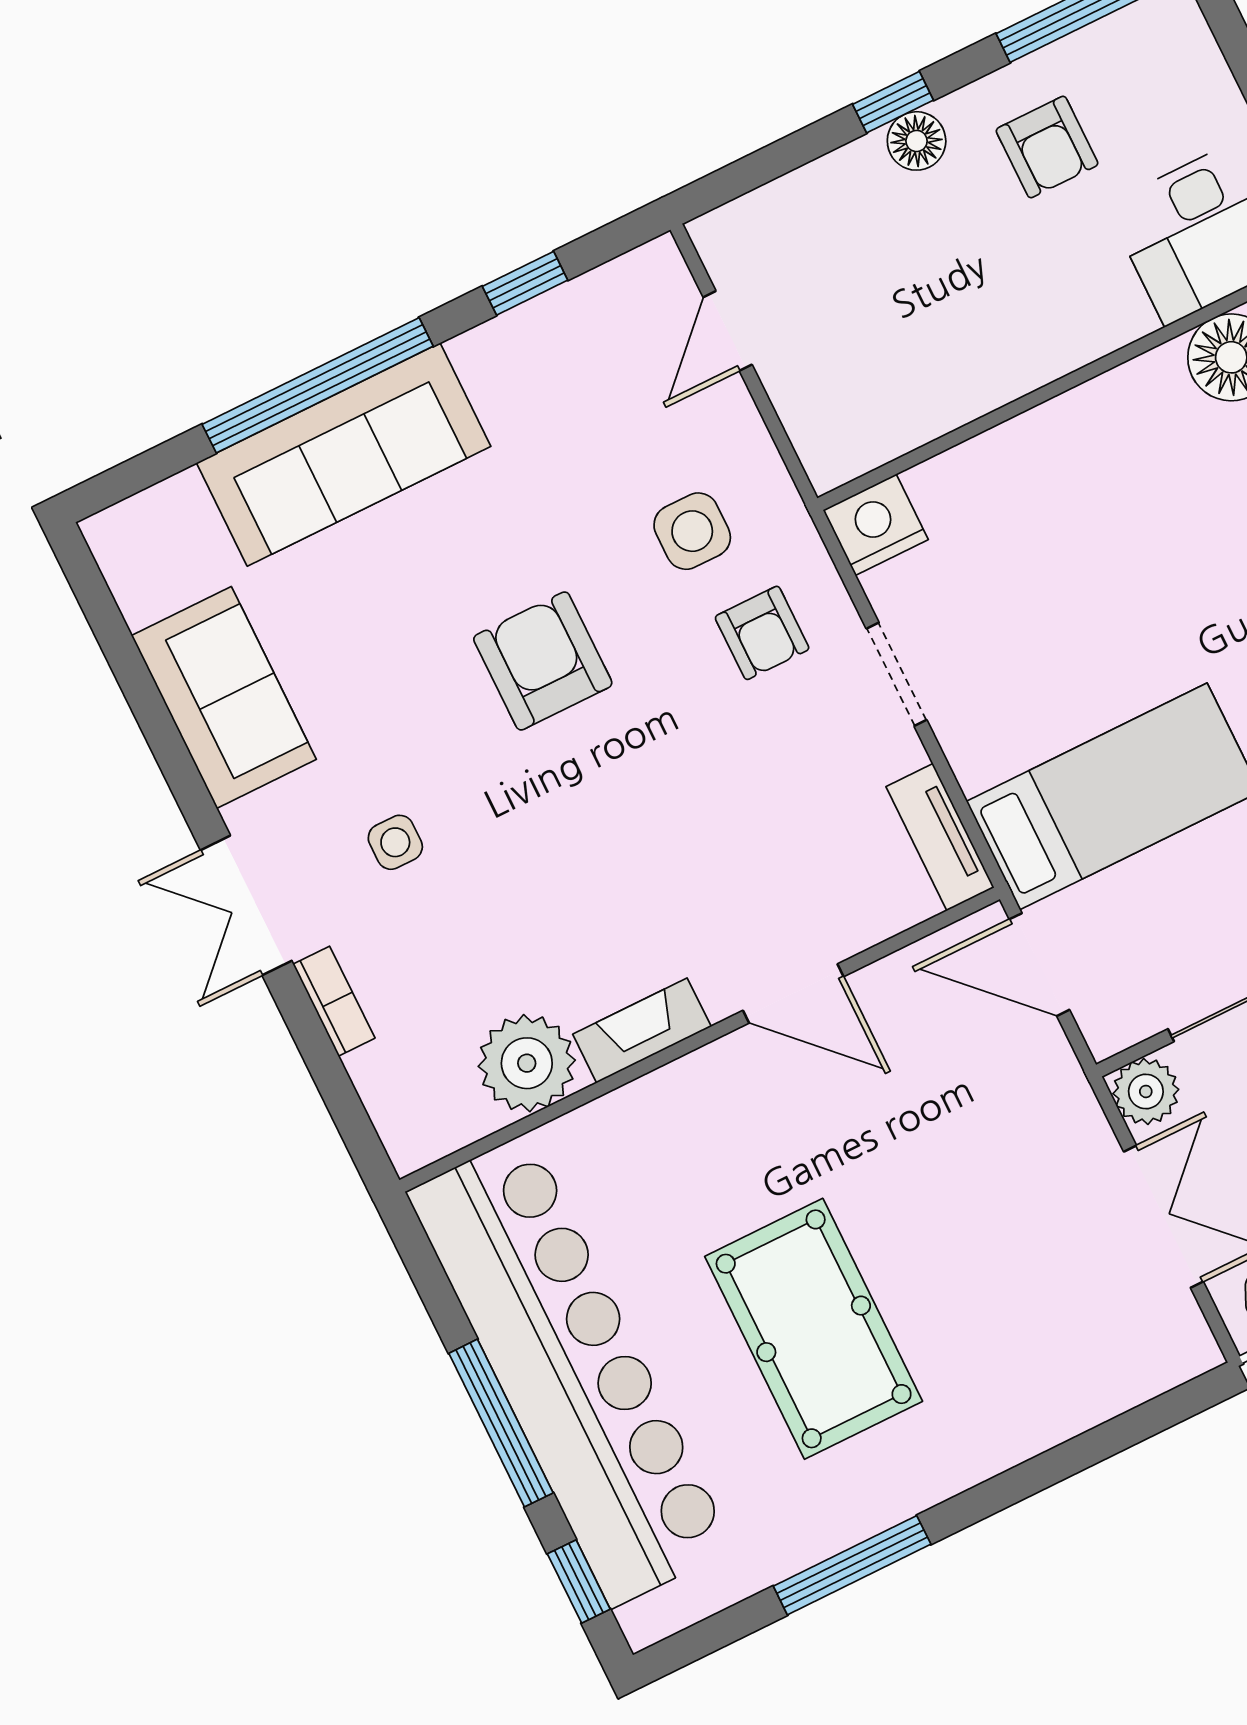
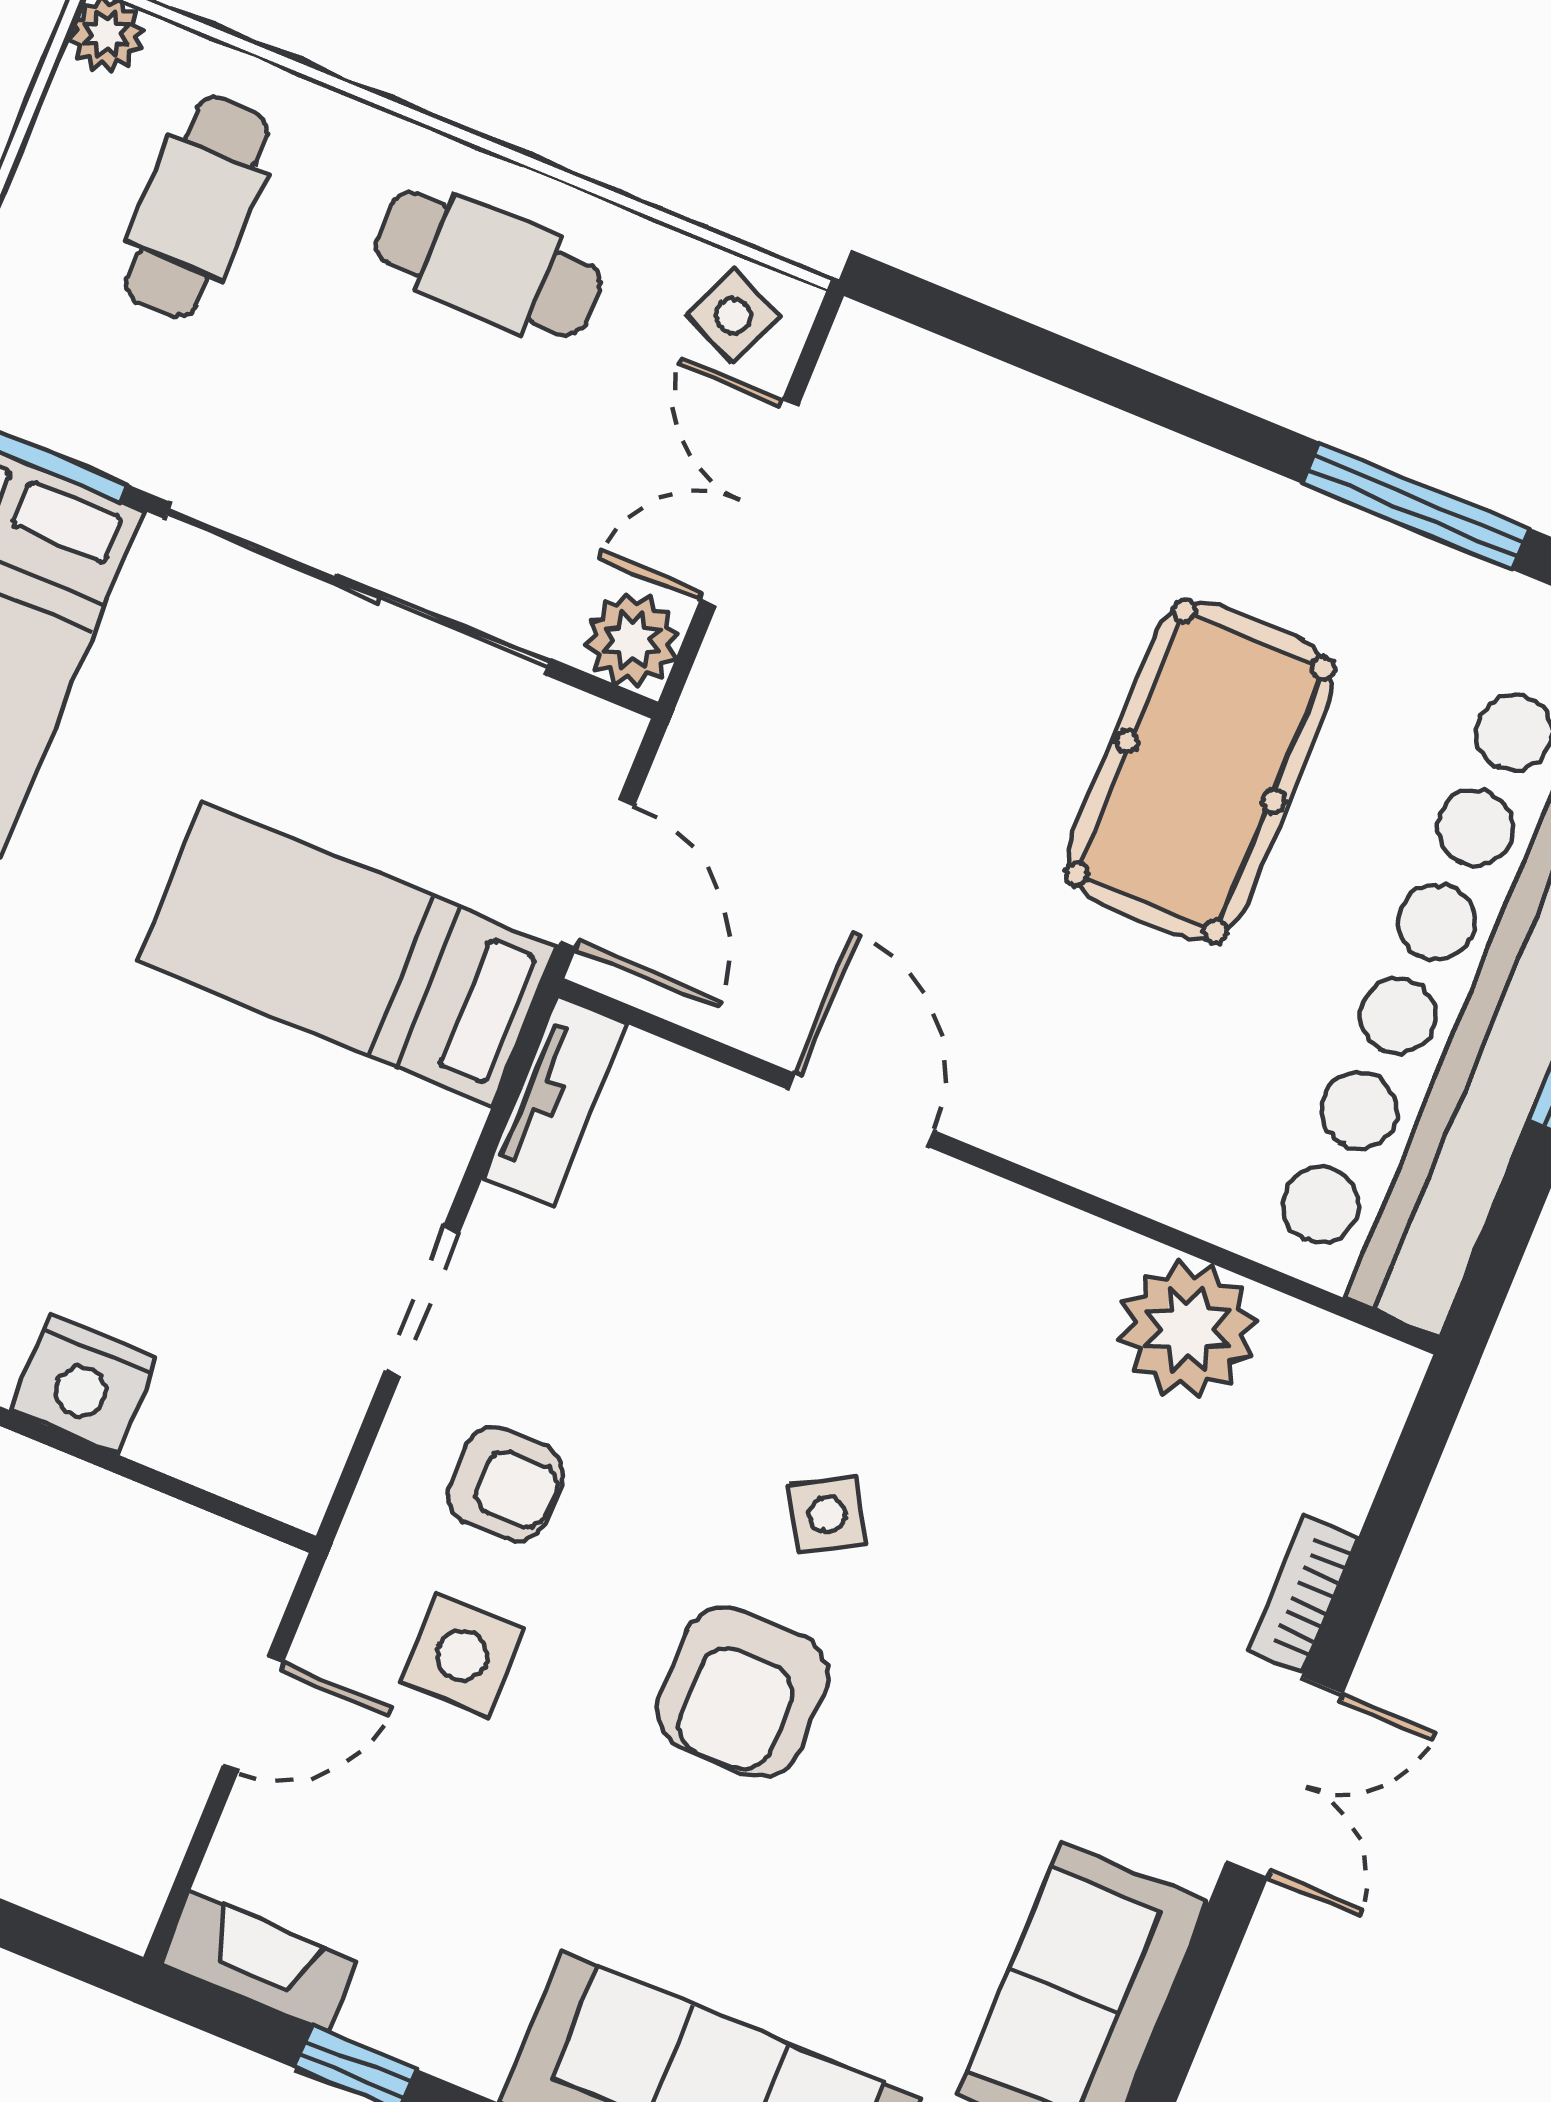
door: (728, 331) -> (253, 1714), moved
nightstand: (876, 525) -> (84, 1384), moved
armchair: (762, 633) -> (505, 1484), turned 90
side table: (395, 842) -> (827, 1515), moved, turned -30
fireplace: (642, 1030) -> (259, 1962), moved, turned 180

